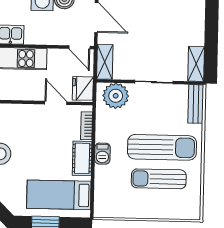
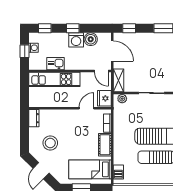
plant: (116, 96) -> (122, 99), width x0.53, depth x0.53
door: (56, 103) -> (87, 108), hinge flipped
barbecue: (102, 154) -> (118, 172), moved

